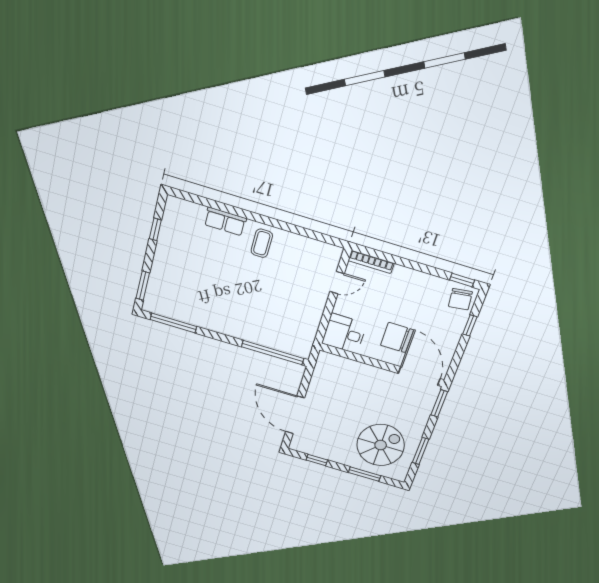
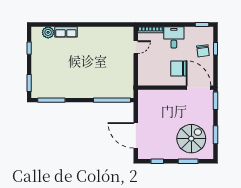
plant: (194, 213) -> (48, 32), added
coffee table: (262, 243) -> (89, 38), removed
chair: (460, 299) -> (203, 51), moved
desk: (344, 333) -> (174, 37), moved, turned 90

